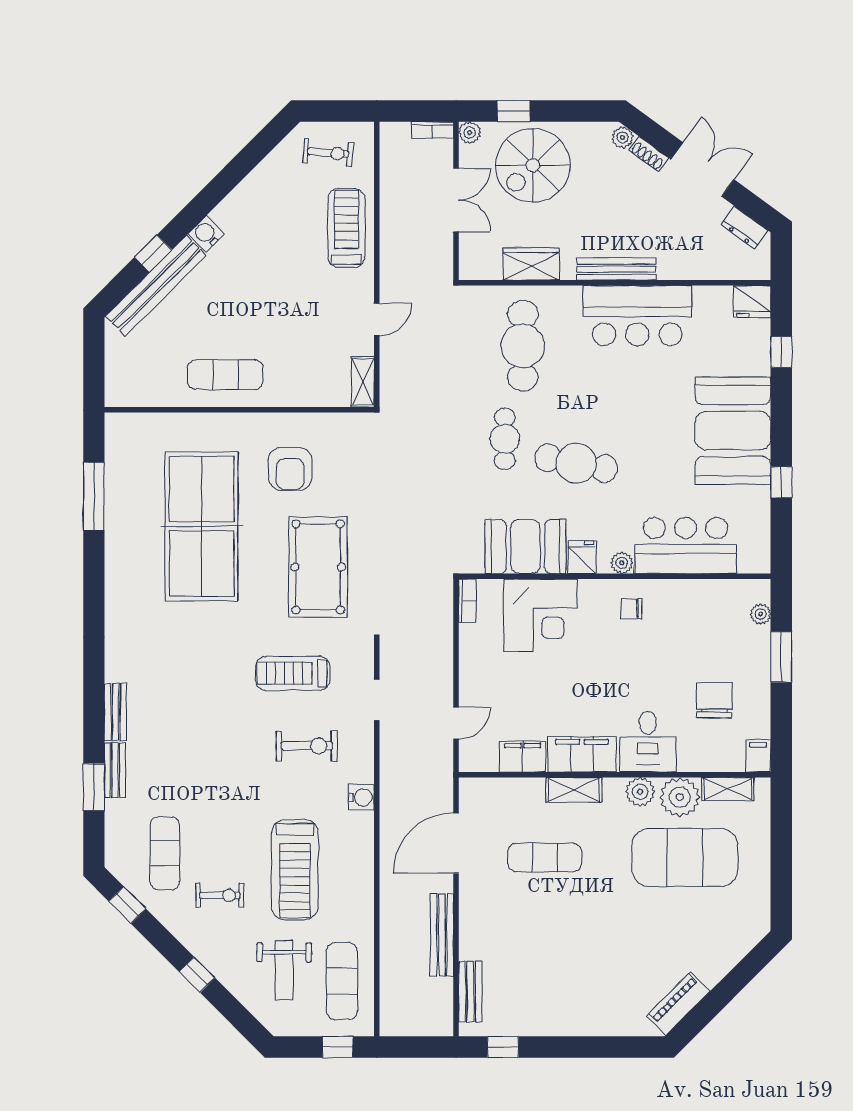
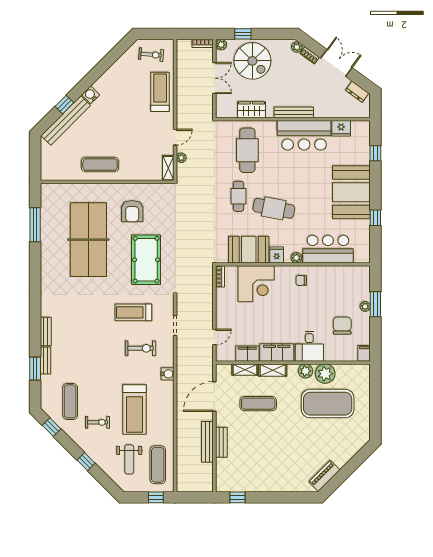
spiral stairs: (533, 165) -> (252, 61), turned -90
fridge: (752, 301) -> (341, 128), moved
plant: (389, 361) -> (181, 158), added
plant: (761, 614) -> (365, 306), moved
shelving: (728, 789) -> (245, 370), moved
bench: (470, 992) -> (221, 442), moved

